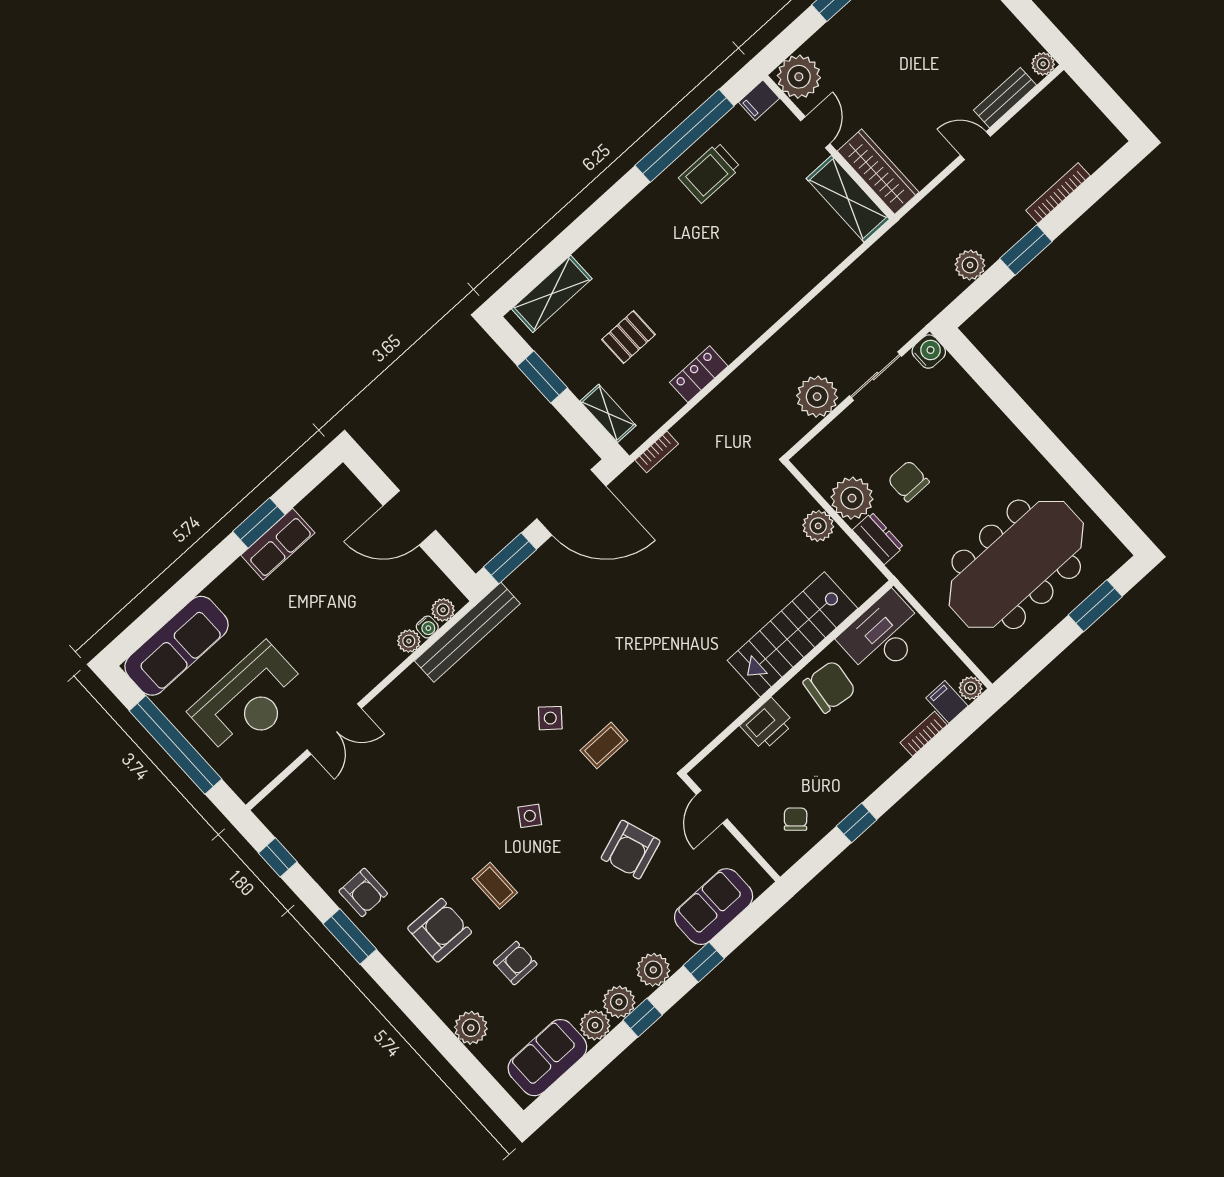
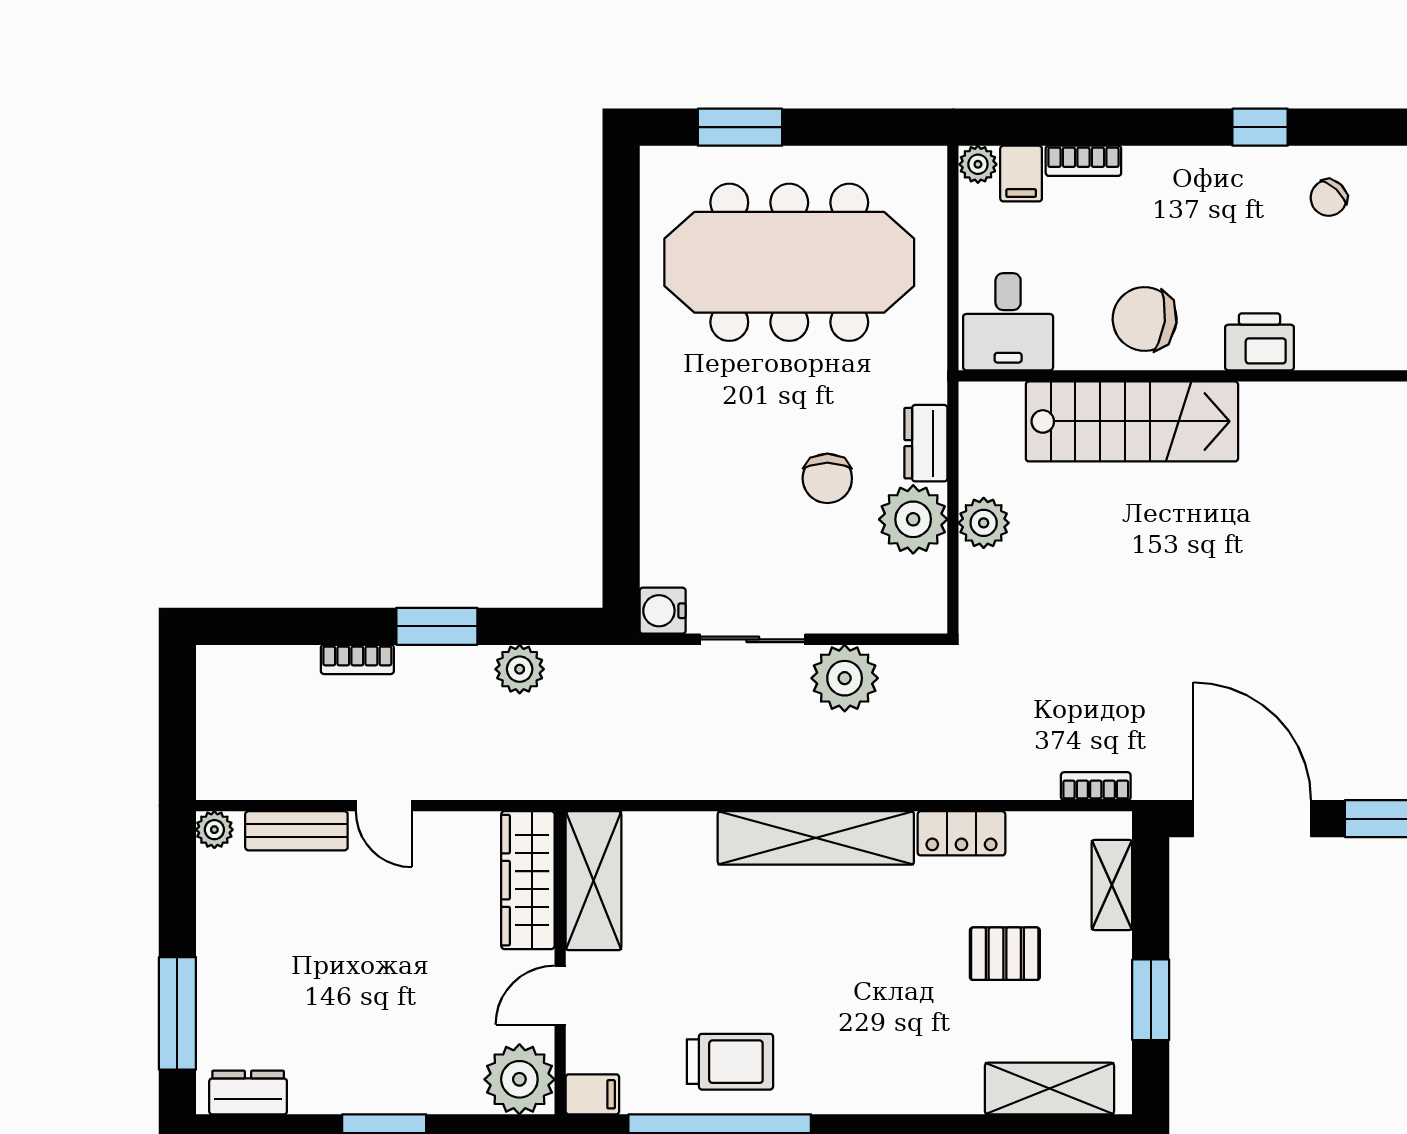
bookcase: (1058, 193) -> (357, 659), width x0.64
shelving: (764, 311) -> (816, 838), added
desk: (883, 635) -> (1008, 322), width x0.73

